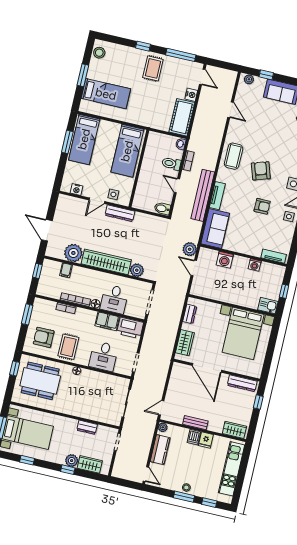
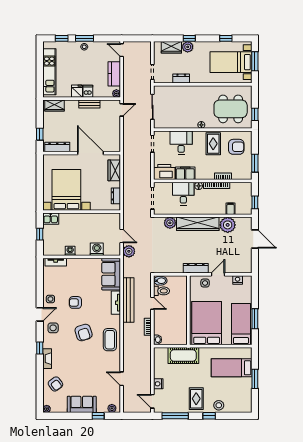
stool: (99, 53) -> (219, 405), moved
cot: (182, 117) -> (183, 355), moved, turned 90
bed: (127, 151) -> (207, 323), width x1.50
toilet: (171, 164) -> (162, 291), moved

